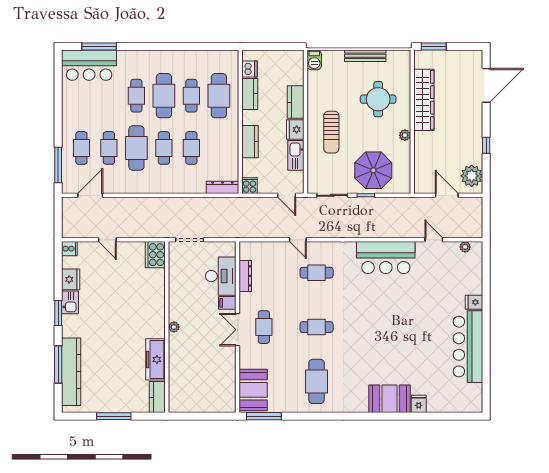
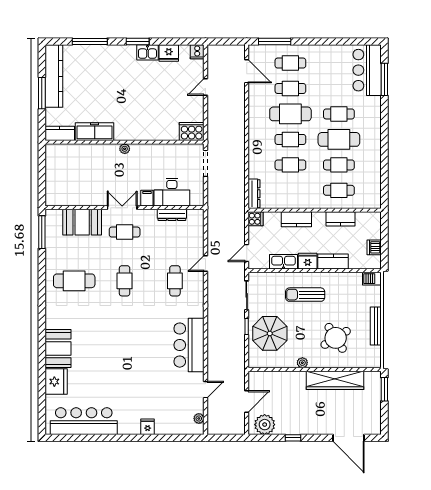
dishwasher: (250, 69) -> (374, 247), moved, turned 90
cafe table: (219, 96) -> (339, 190), width x0.73, depth x0.74
round table: (378, 99) -> (336, 338), turned -32
bar counter: (468, 347) -> (84, 421), moved
kitchen counter: (71, 372) -> (54, 76), moved, turned -90
booth: (253, 390) -> (82, 222), moved
fridge: (419, 404) -> (56, 382), width x1.88, depth x1.34

